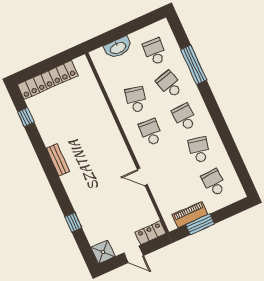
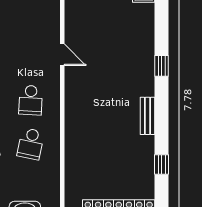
window: (26, 117) -> (162, 165), moved
window: (73, 222) -> (162, 66), moved

